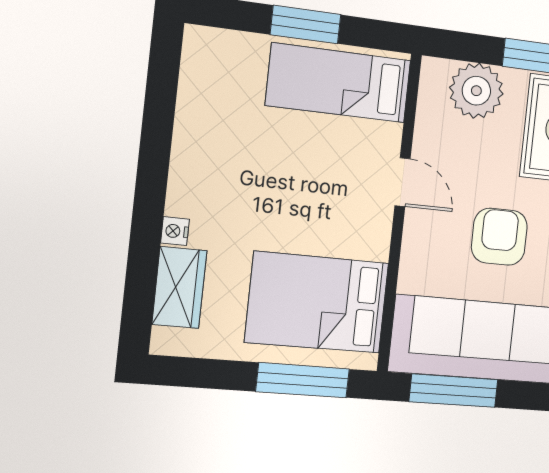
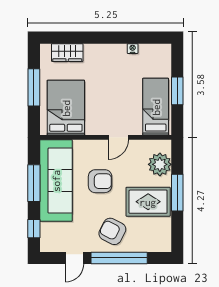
nightstand: (175, 231) -> (133, 49), moved
window: (303, 380) -> (34, 87), moved
window: (454, 391) -> (34, 183), moved

